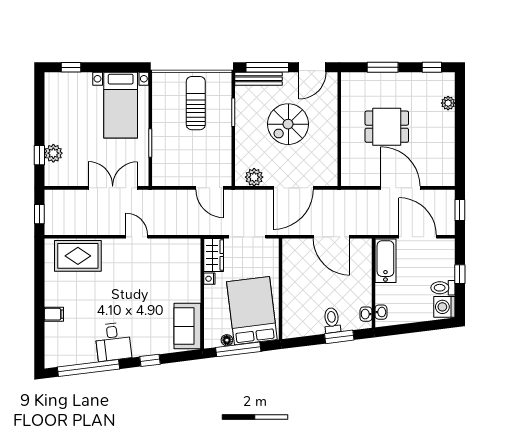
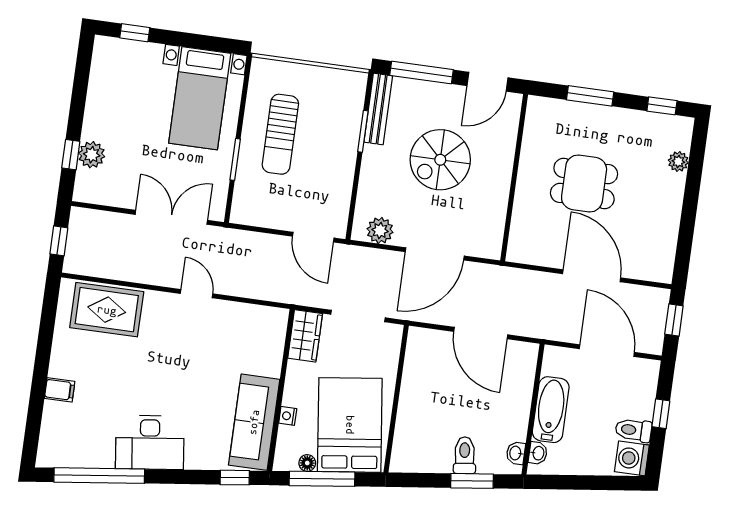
bench: (259, 79) -> (378, 109), moved, turned 90
sun lounger: (196, 103) -> (280, 134), moved, turned 180
bathtub: (385, 261) -> (551, 410), moved
nightstand: (209, 279) -> (288, 416), moved
sofa: (187, 326) -> (254, 422), width x1.36
desk: (113, 342) -> (150, 442), width x1.37
window: (150, 360) -> (235, 478), moved

